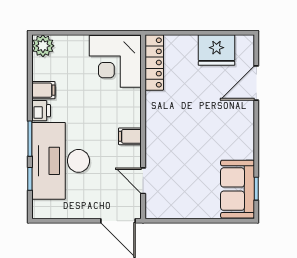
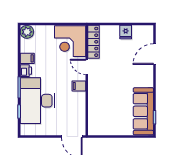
fridge: (216, 50) -> (126, 32), width x0.53, depth x0.75
door: (143, 181) -> (87, 67), moved
sofa: (238, 189) -> (143, 111), width x1.36

